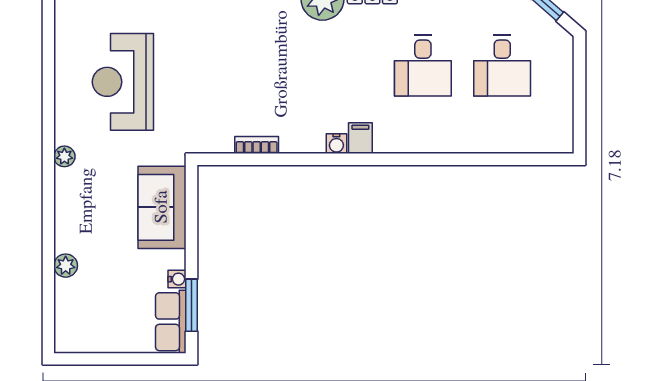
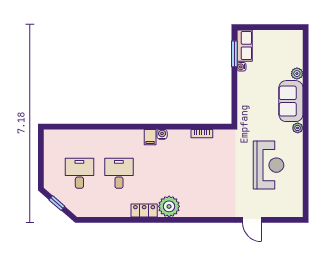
sofa: (162, 207) -> (291, 101), moved, turned 180

